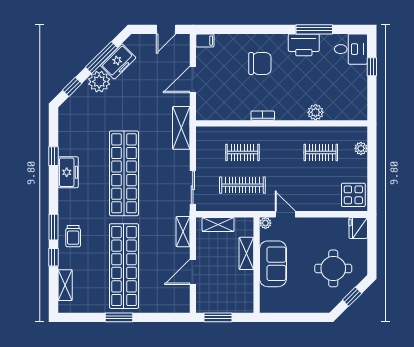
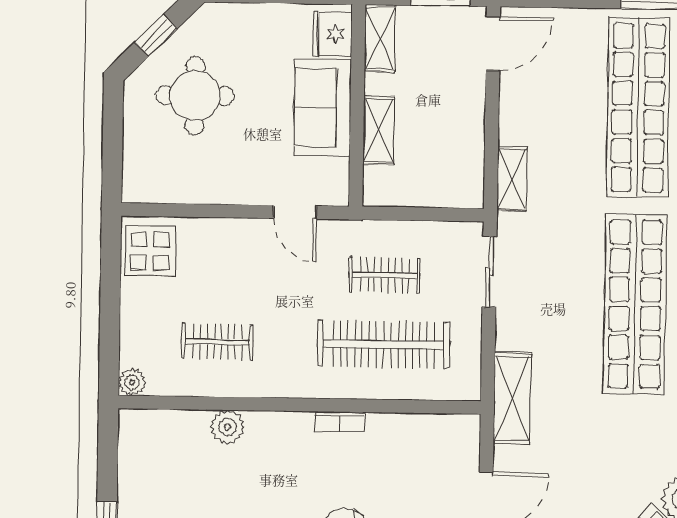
plant: (361, 148) -> (132, 382), moved
clothes rail: (242, 152) -> (383, 344), width x1.86, depth x1.31
clothes rail: (242, 185) -> (384, 275), width x0.73
plant: (265, 223) -> (337, 194), removed
shelving: (218, 224) -> (380, 38), moved, turned 90
fridge: (358, 228) -> (333, 34), moved, turned 180
door: (193, 272) -> (493, 44), moved

